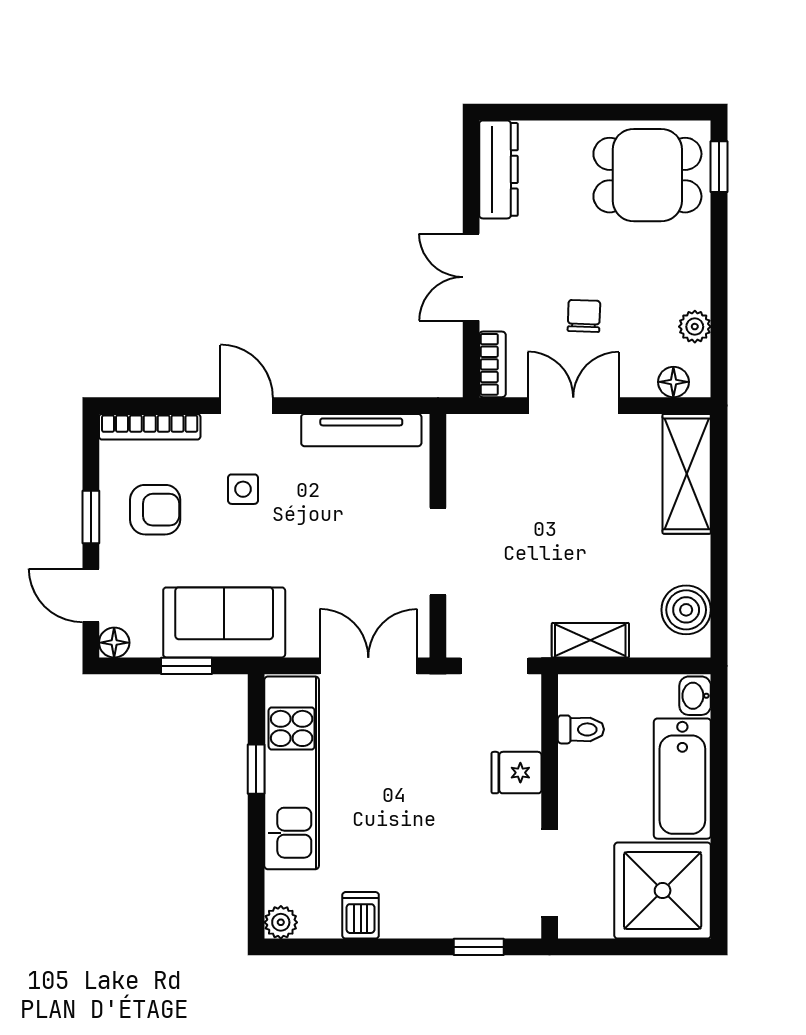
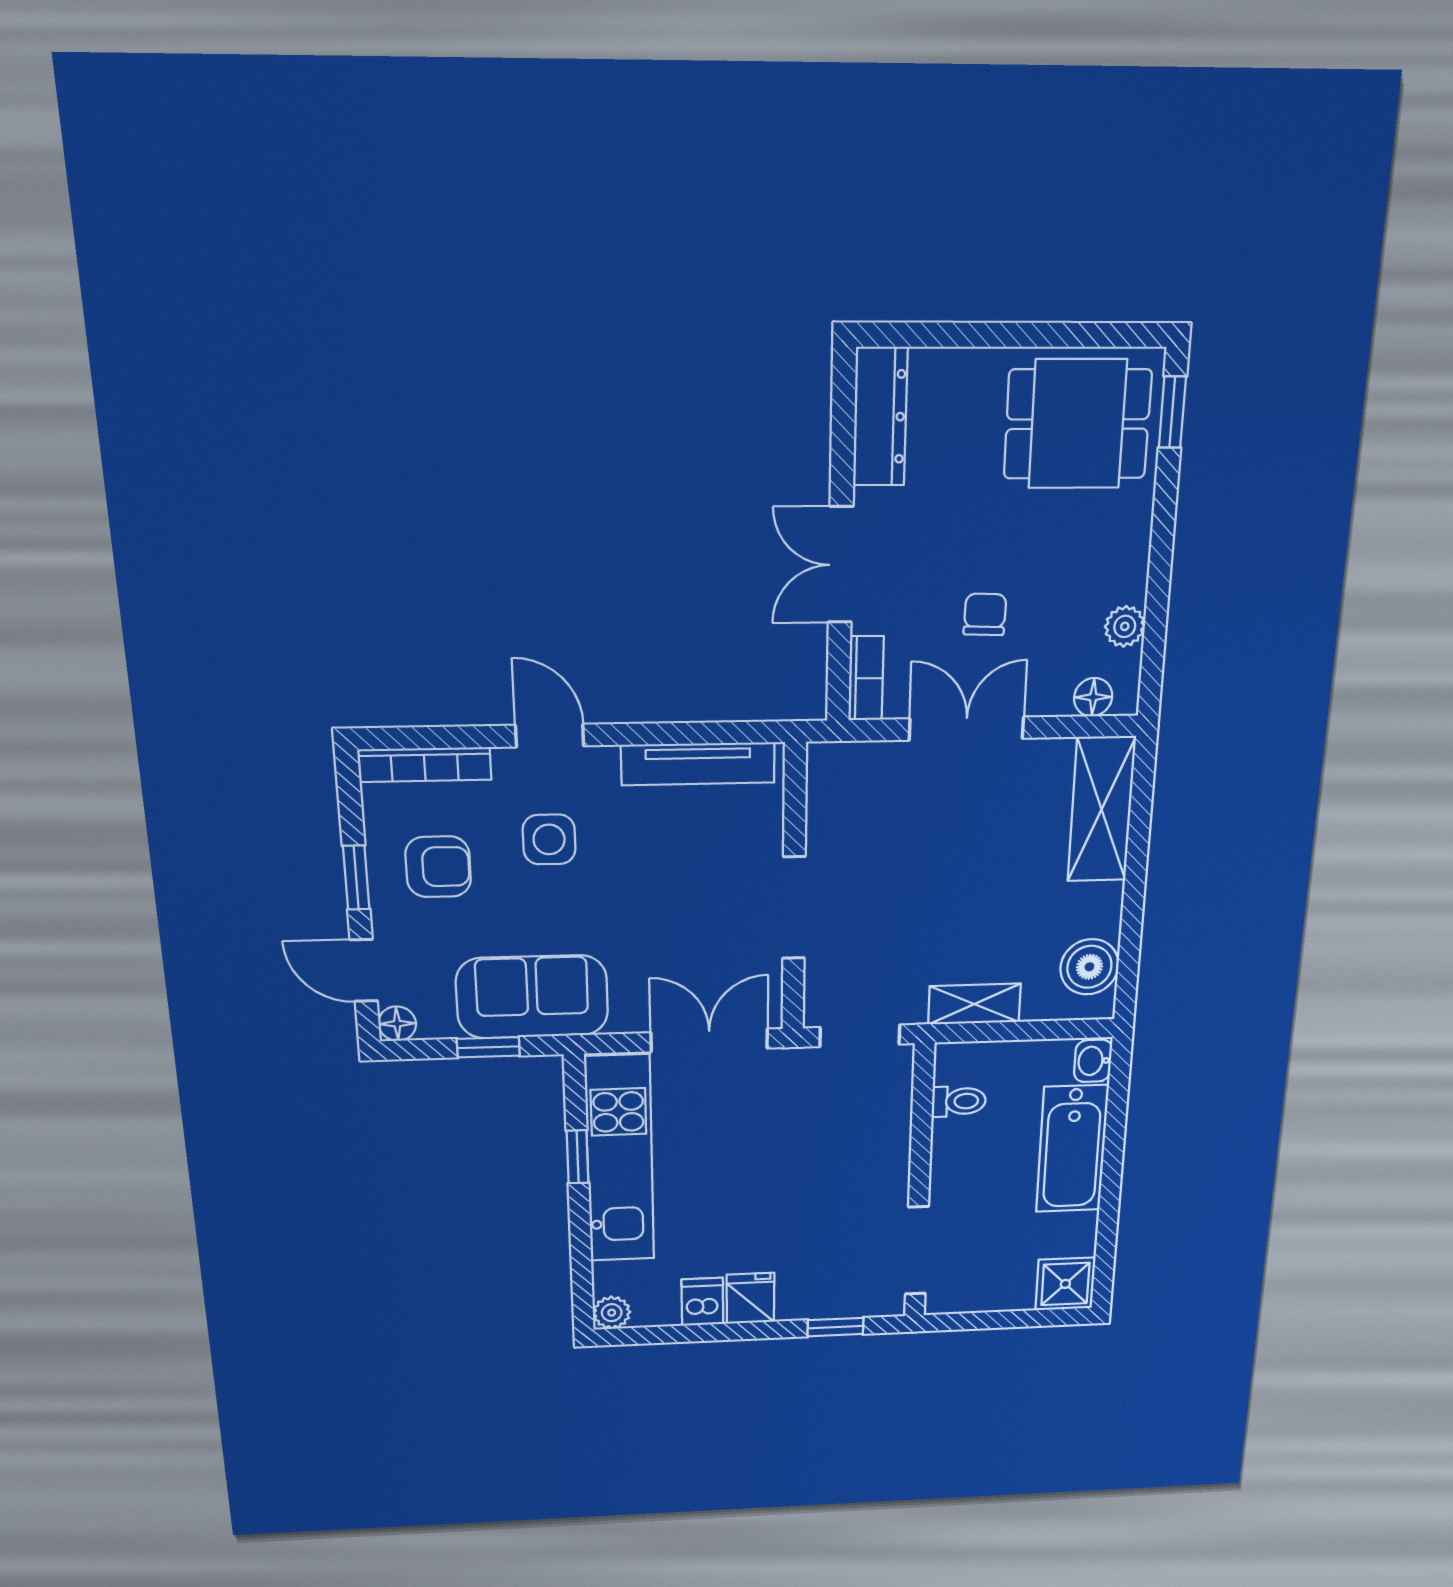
side table: (243, 489) -> (549, 839), width x1.37, depth x1.37
fridge: (516, 773) -> (751, 1298), moved, turned 90
shower: (663, 891) -> (1065, 1284), width x0.54, depth x0.54

